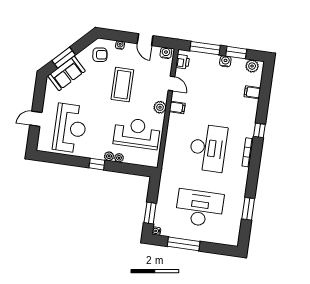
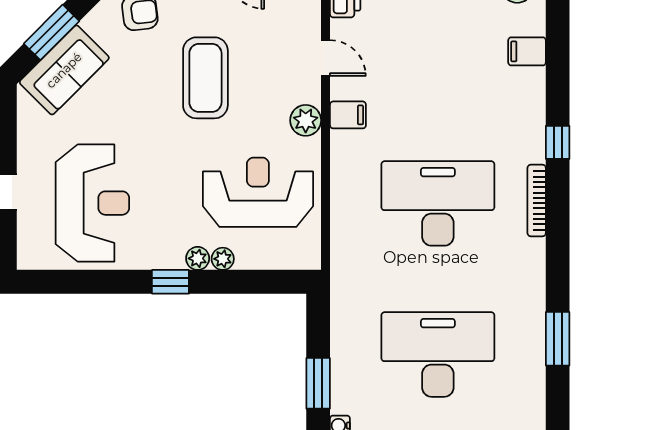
desk: (208, 148) -> (438, 203), turned -90

